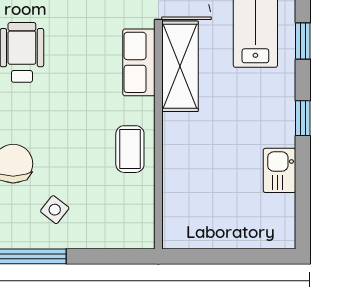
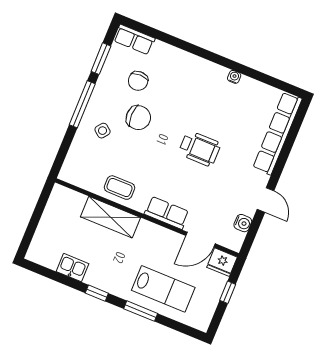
window: (303, 41) -> (141, 311), width x1.50
shelving: (180, 66) -> (111, 217), moved

